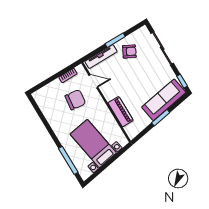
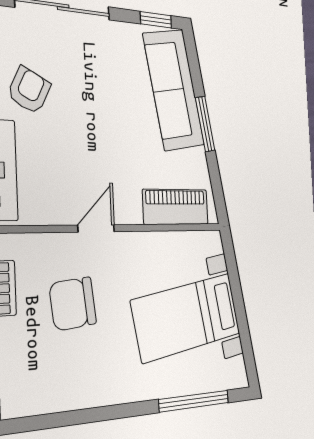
door: (93, 81) -> (96, 228), moved
chair: (75, 100) -> (73, 304), turned -103
piano: (121, 112) -> (176, 207), moved

